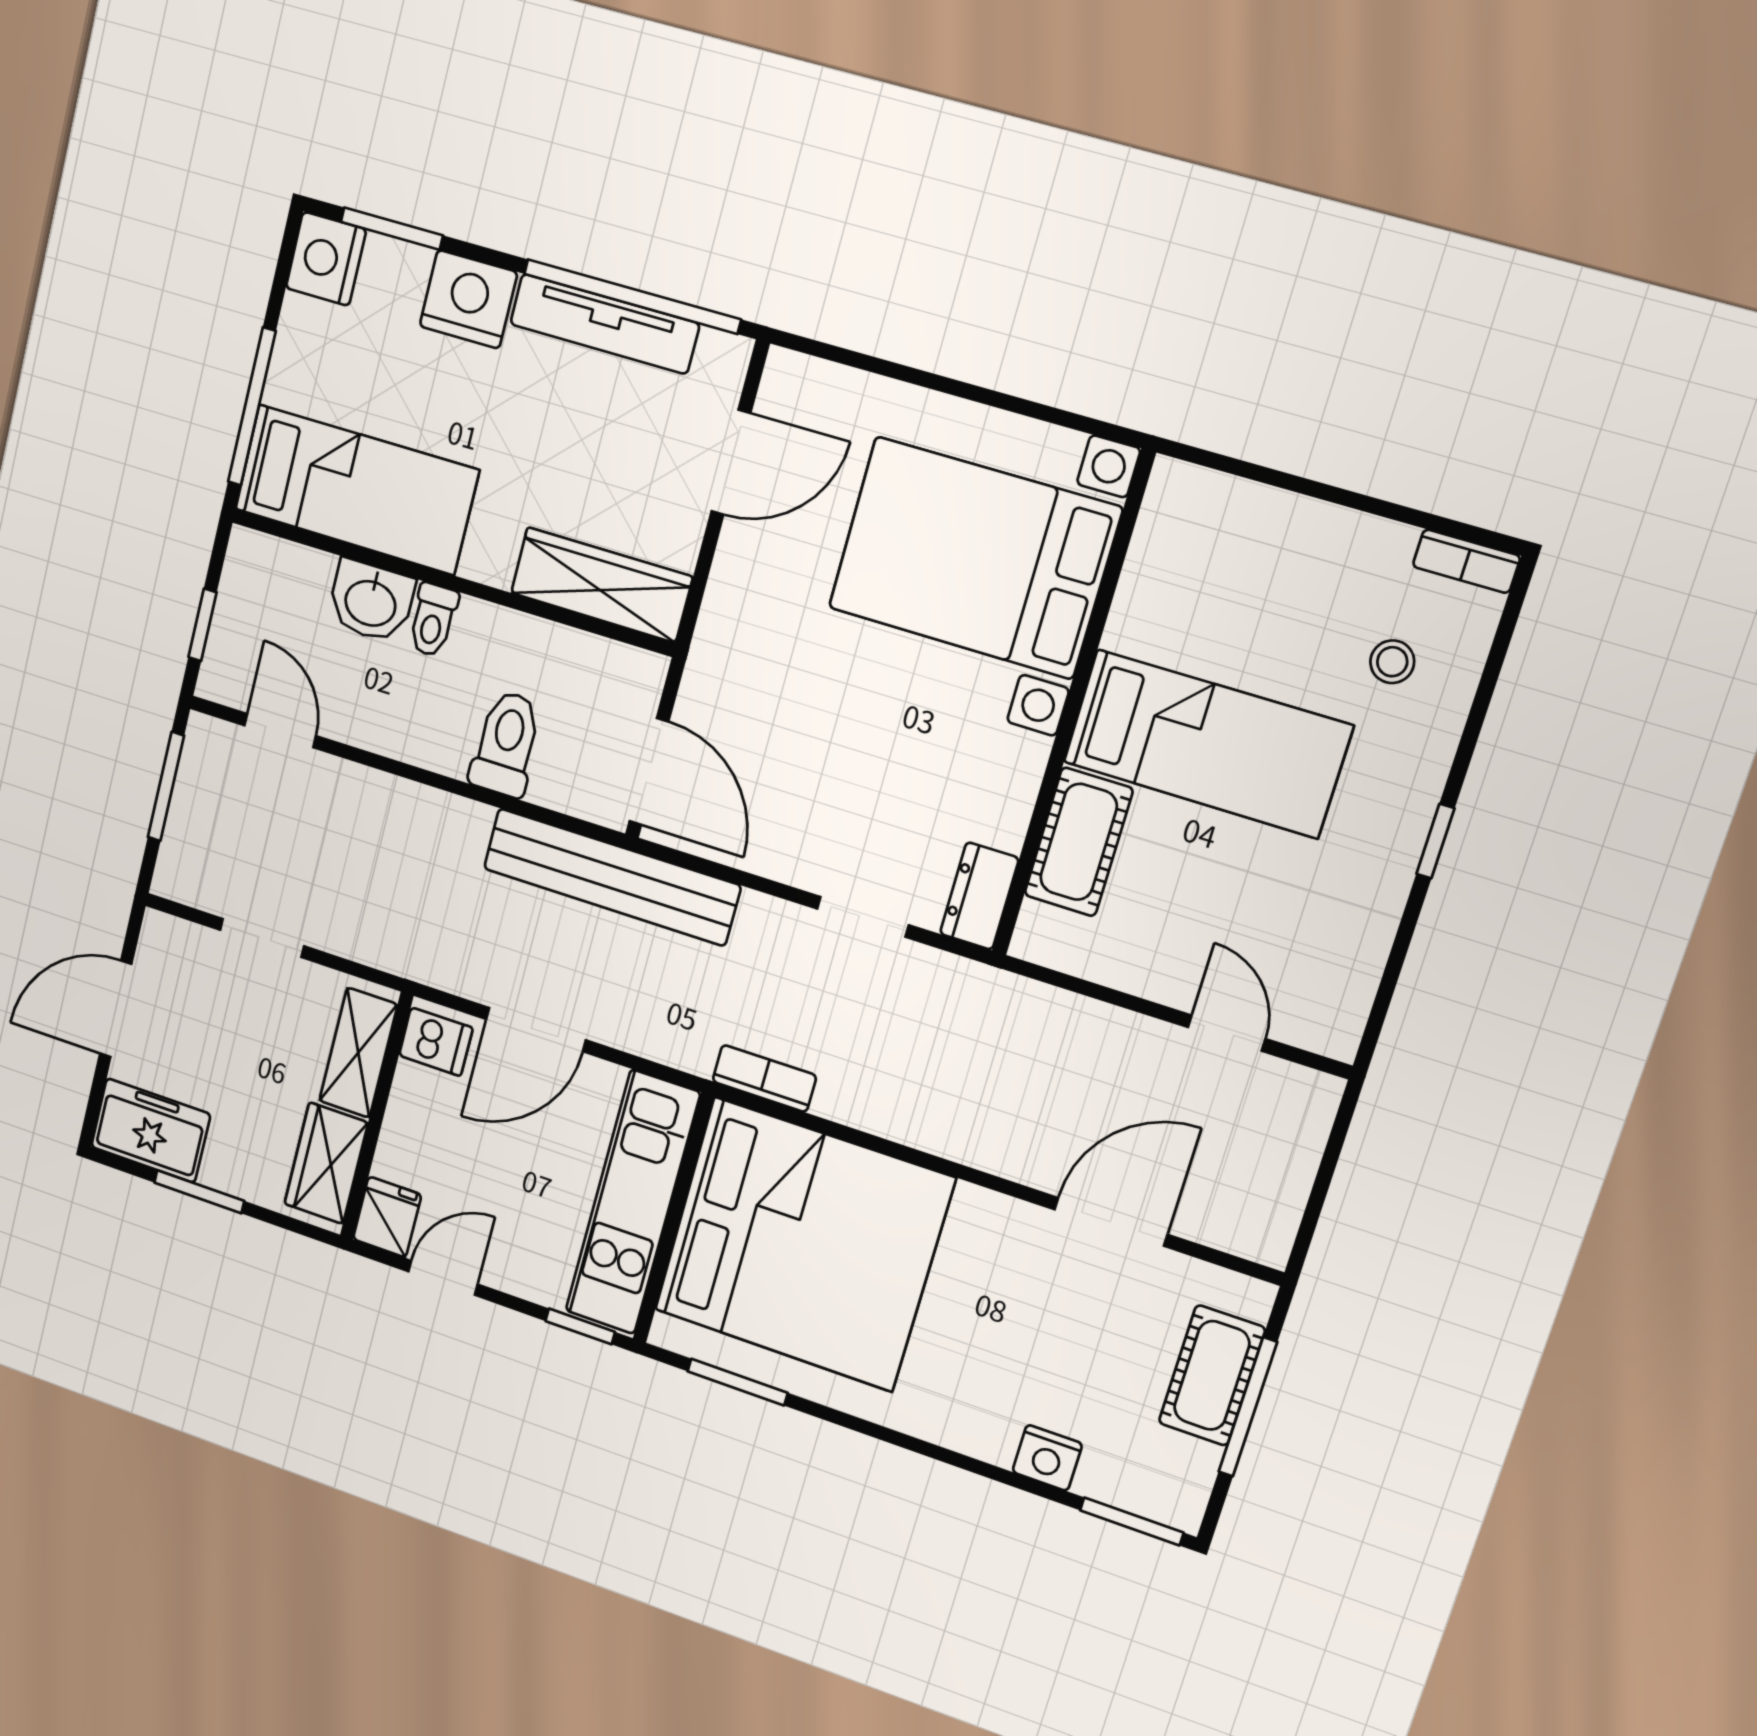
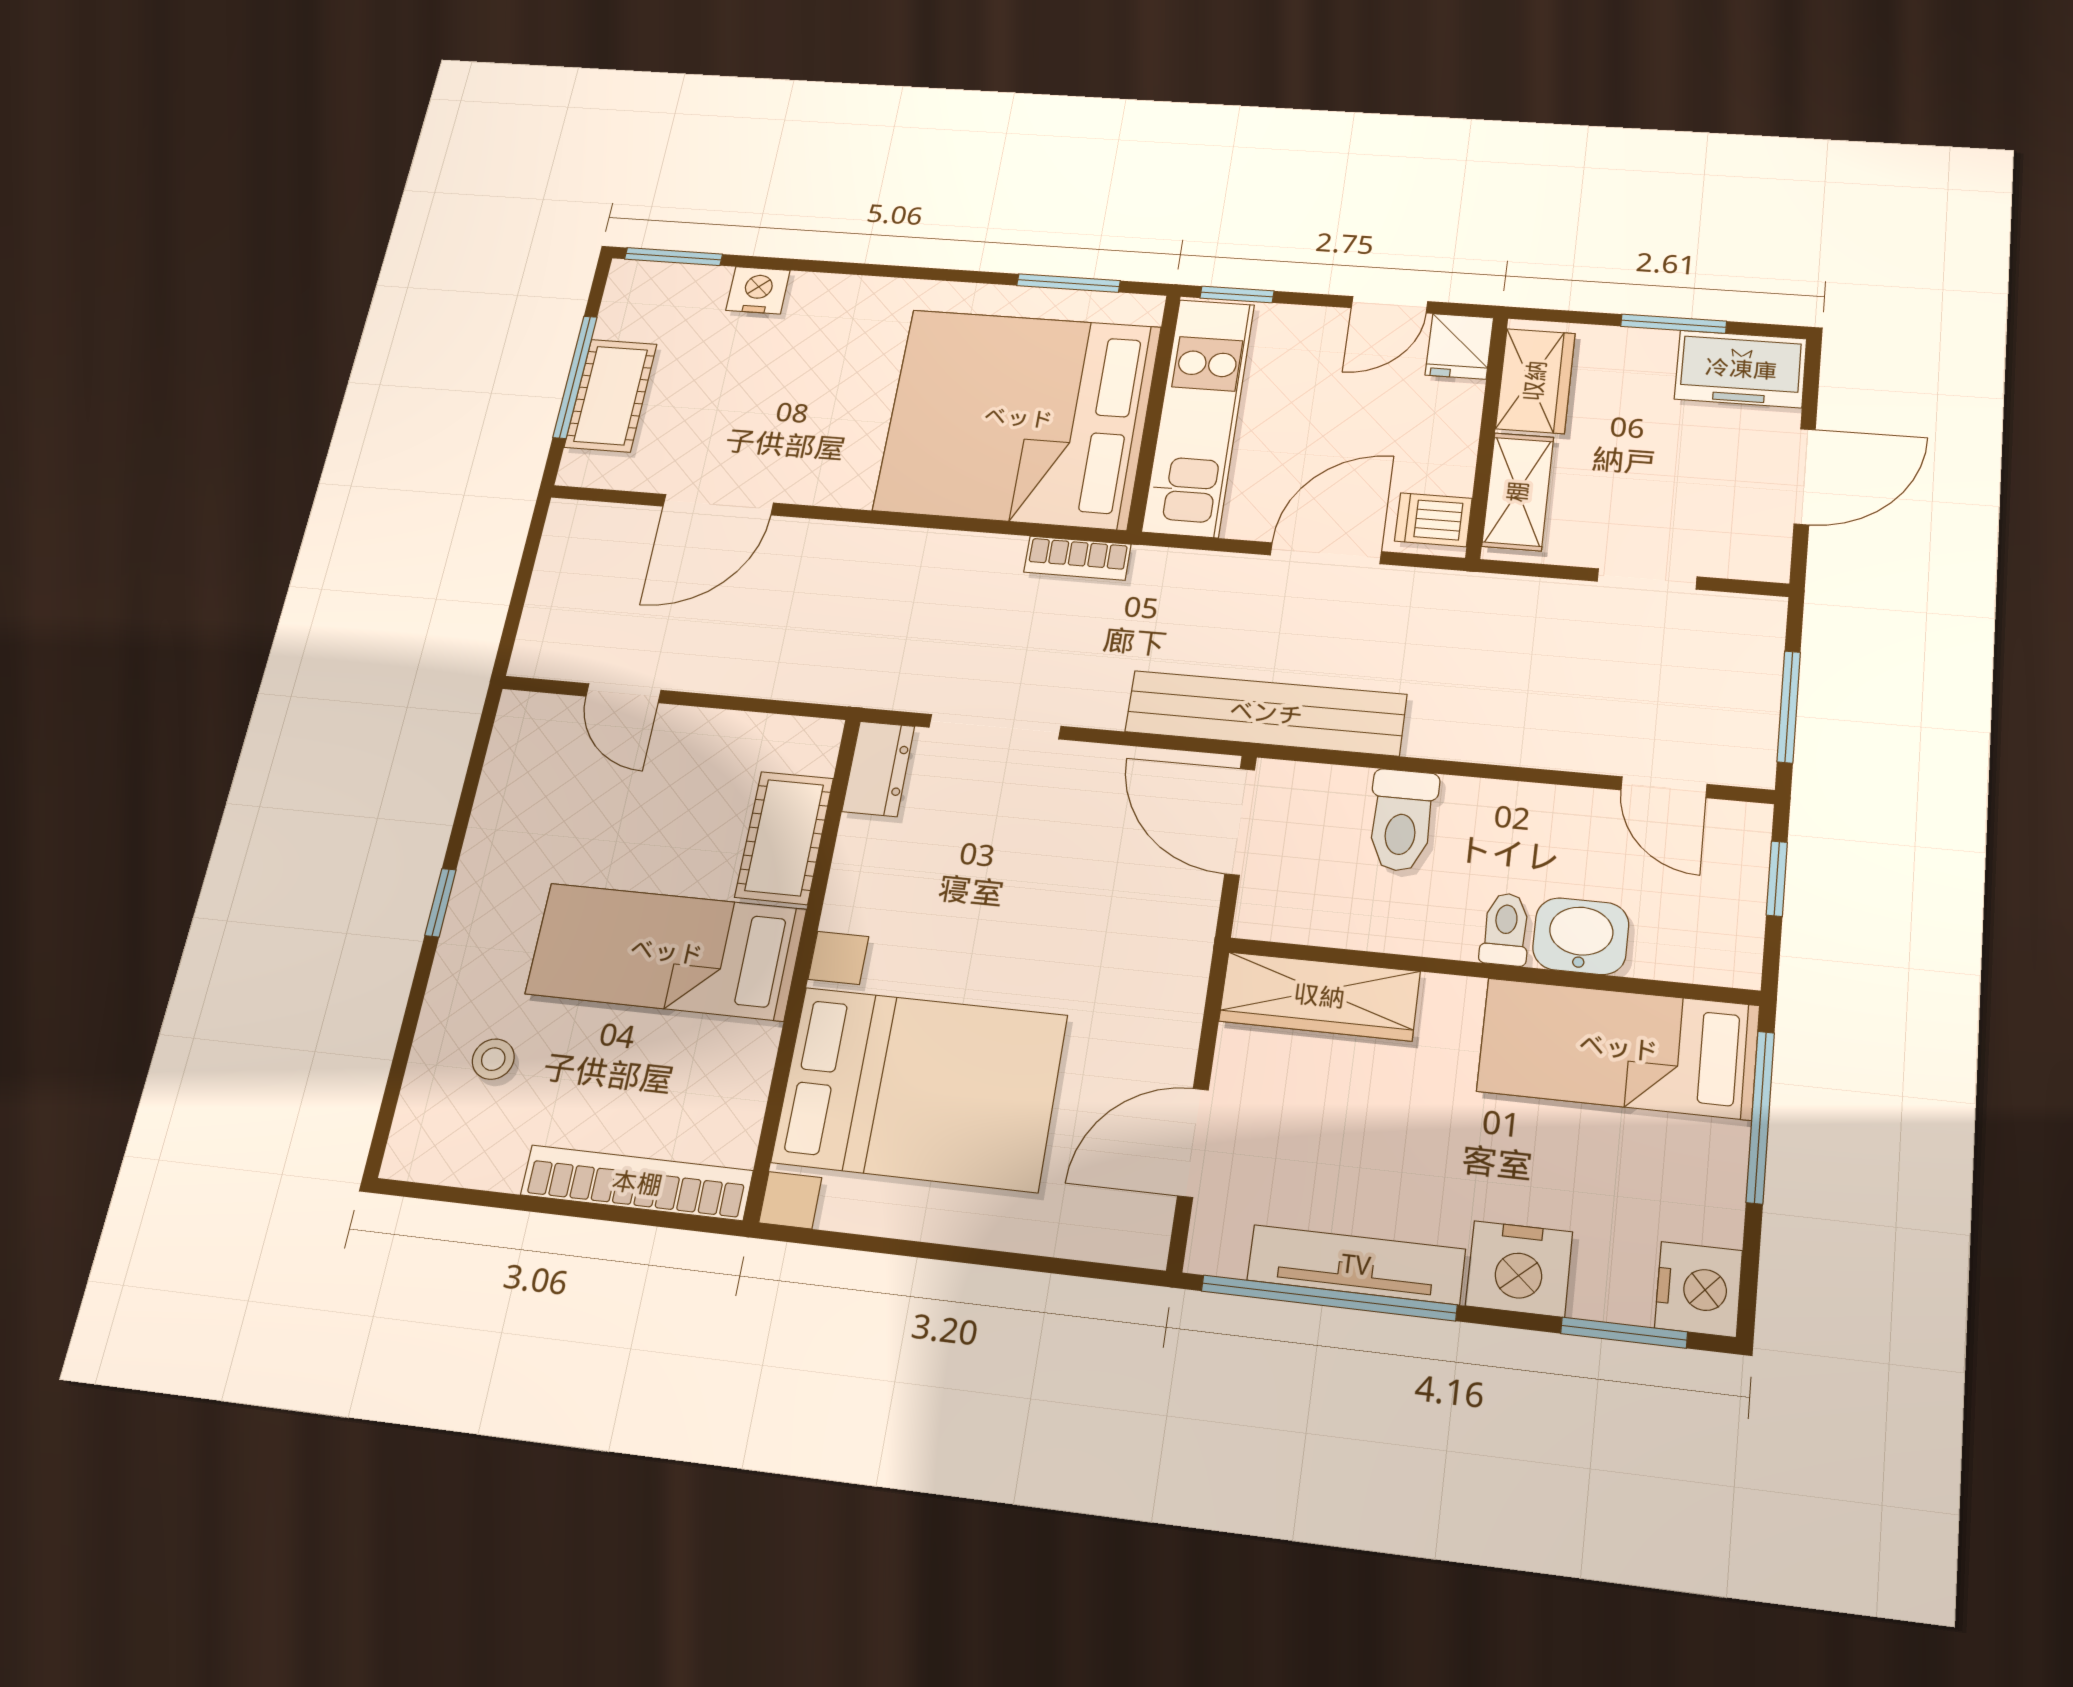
bookcase: (1466, 561) -> (637, 1183), moved, width x2.31, depth x1.31
doorway: (863, 917) -> (995, 727), width x1.38

